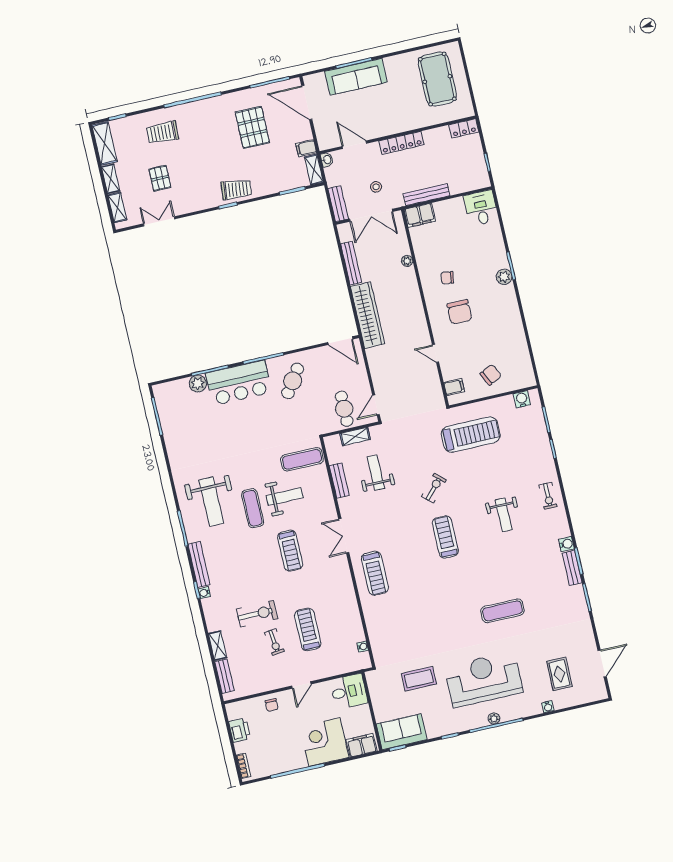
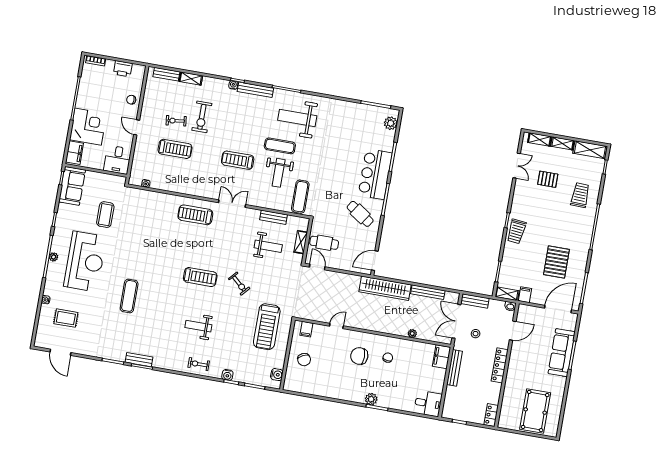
pool table: (437, 79) -> (535, 411), turned 90
pallet: (252, 127) -> (556, 262), turned 90
plant: (198, 384) -> (391, 123), moved
water cooler: (566, 544) -> (227, 375), moved

